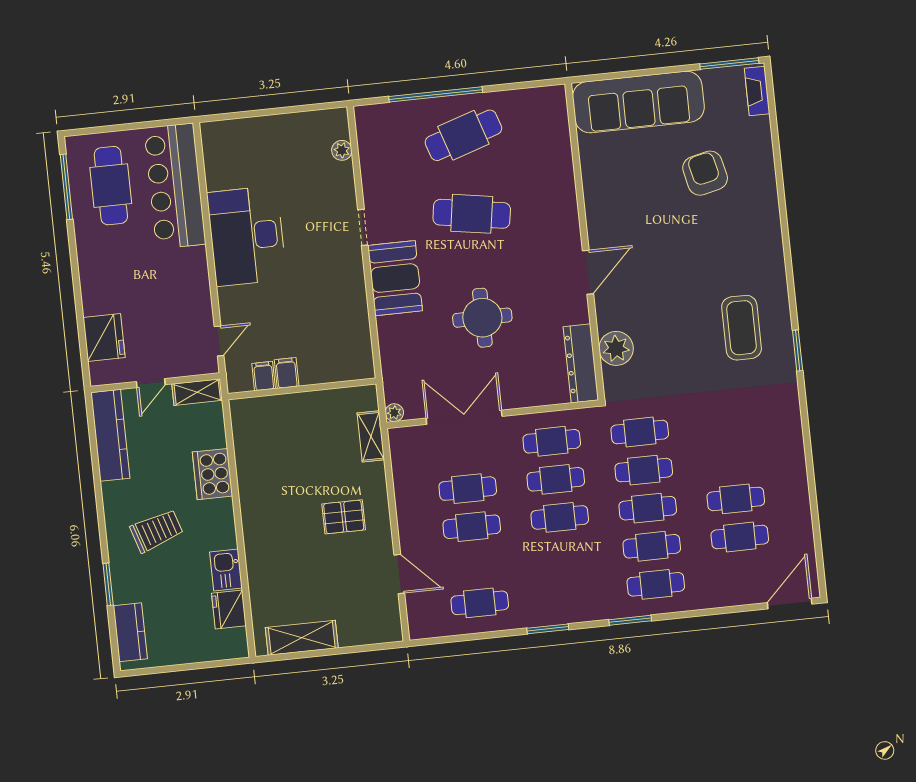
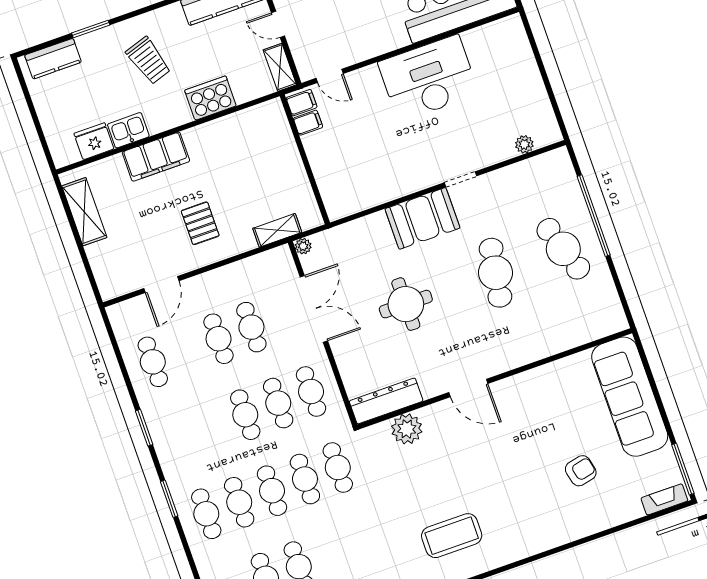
armchair: (705, 173) -> (581, 471), width x0.72, depth x0.72
filing cabinet: (287, 373) -> (302, 103), moved
filing cabinet: (261, 547) -> (156, 157), added

